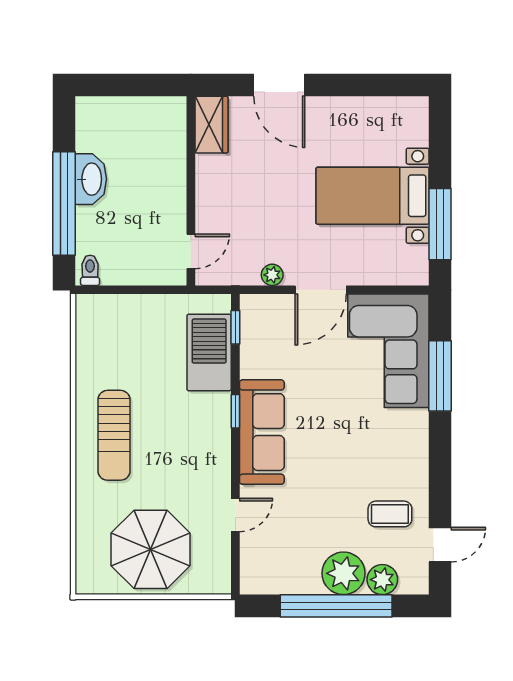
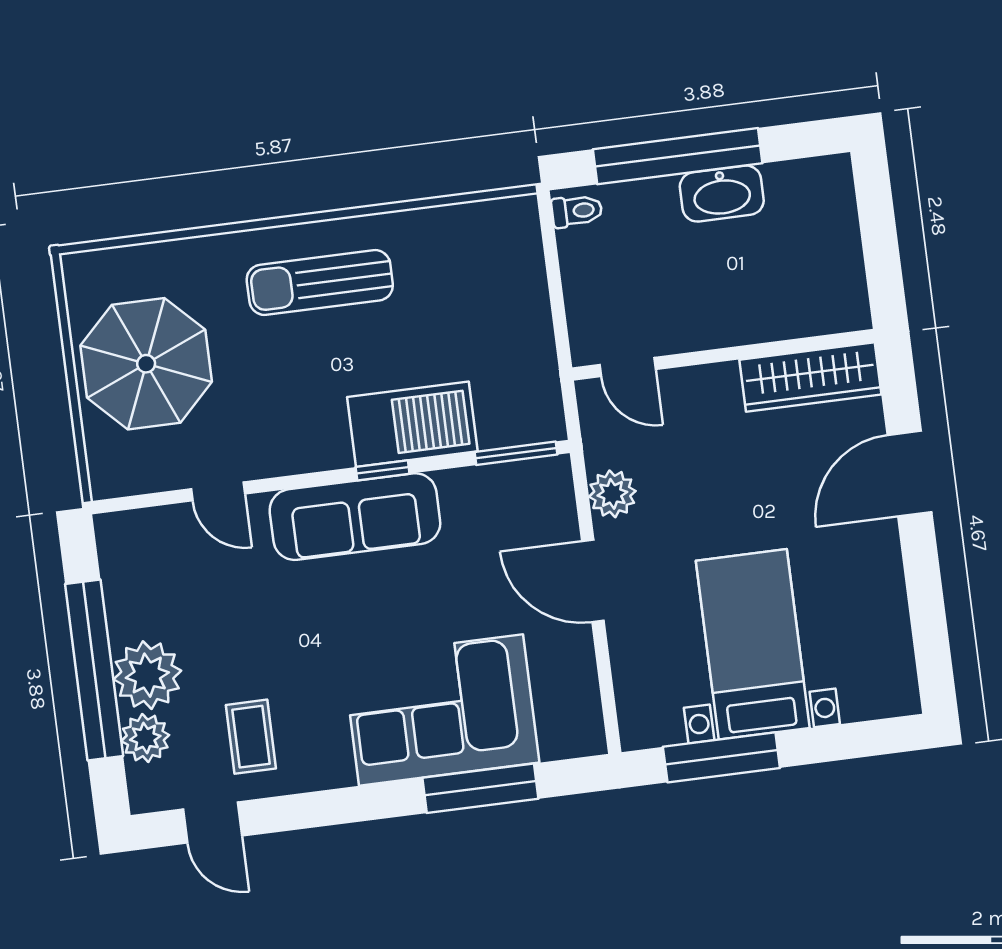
wardrobe: (211, 125) -> (810, 377), width x1.50
plant: (272, 275) -> (612, 494), width x1.38, depth x1.38
window: (235, 327) -> (516, 453), width x1.50
corner sofa: (388, 351) -> (441, 710), moved
barbecue: (209, 353) -> (412, 424), moved

